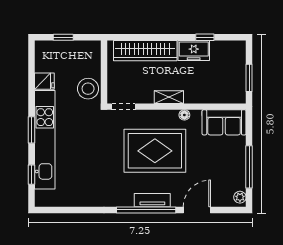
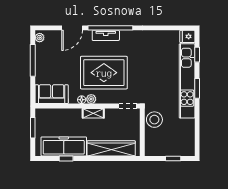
freezer: (194, 50) -> (64, 146), width x1.91, depth x1.26
fridge: (44, 81) -> (187, 36), moved
plant: (172, 116) -> (91, 99), added

